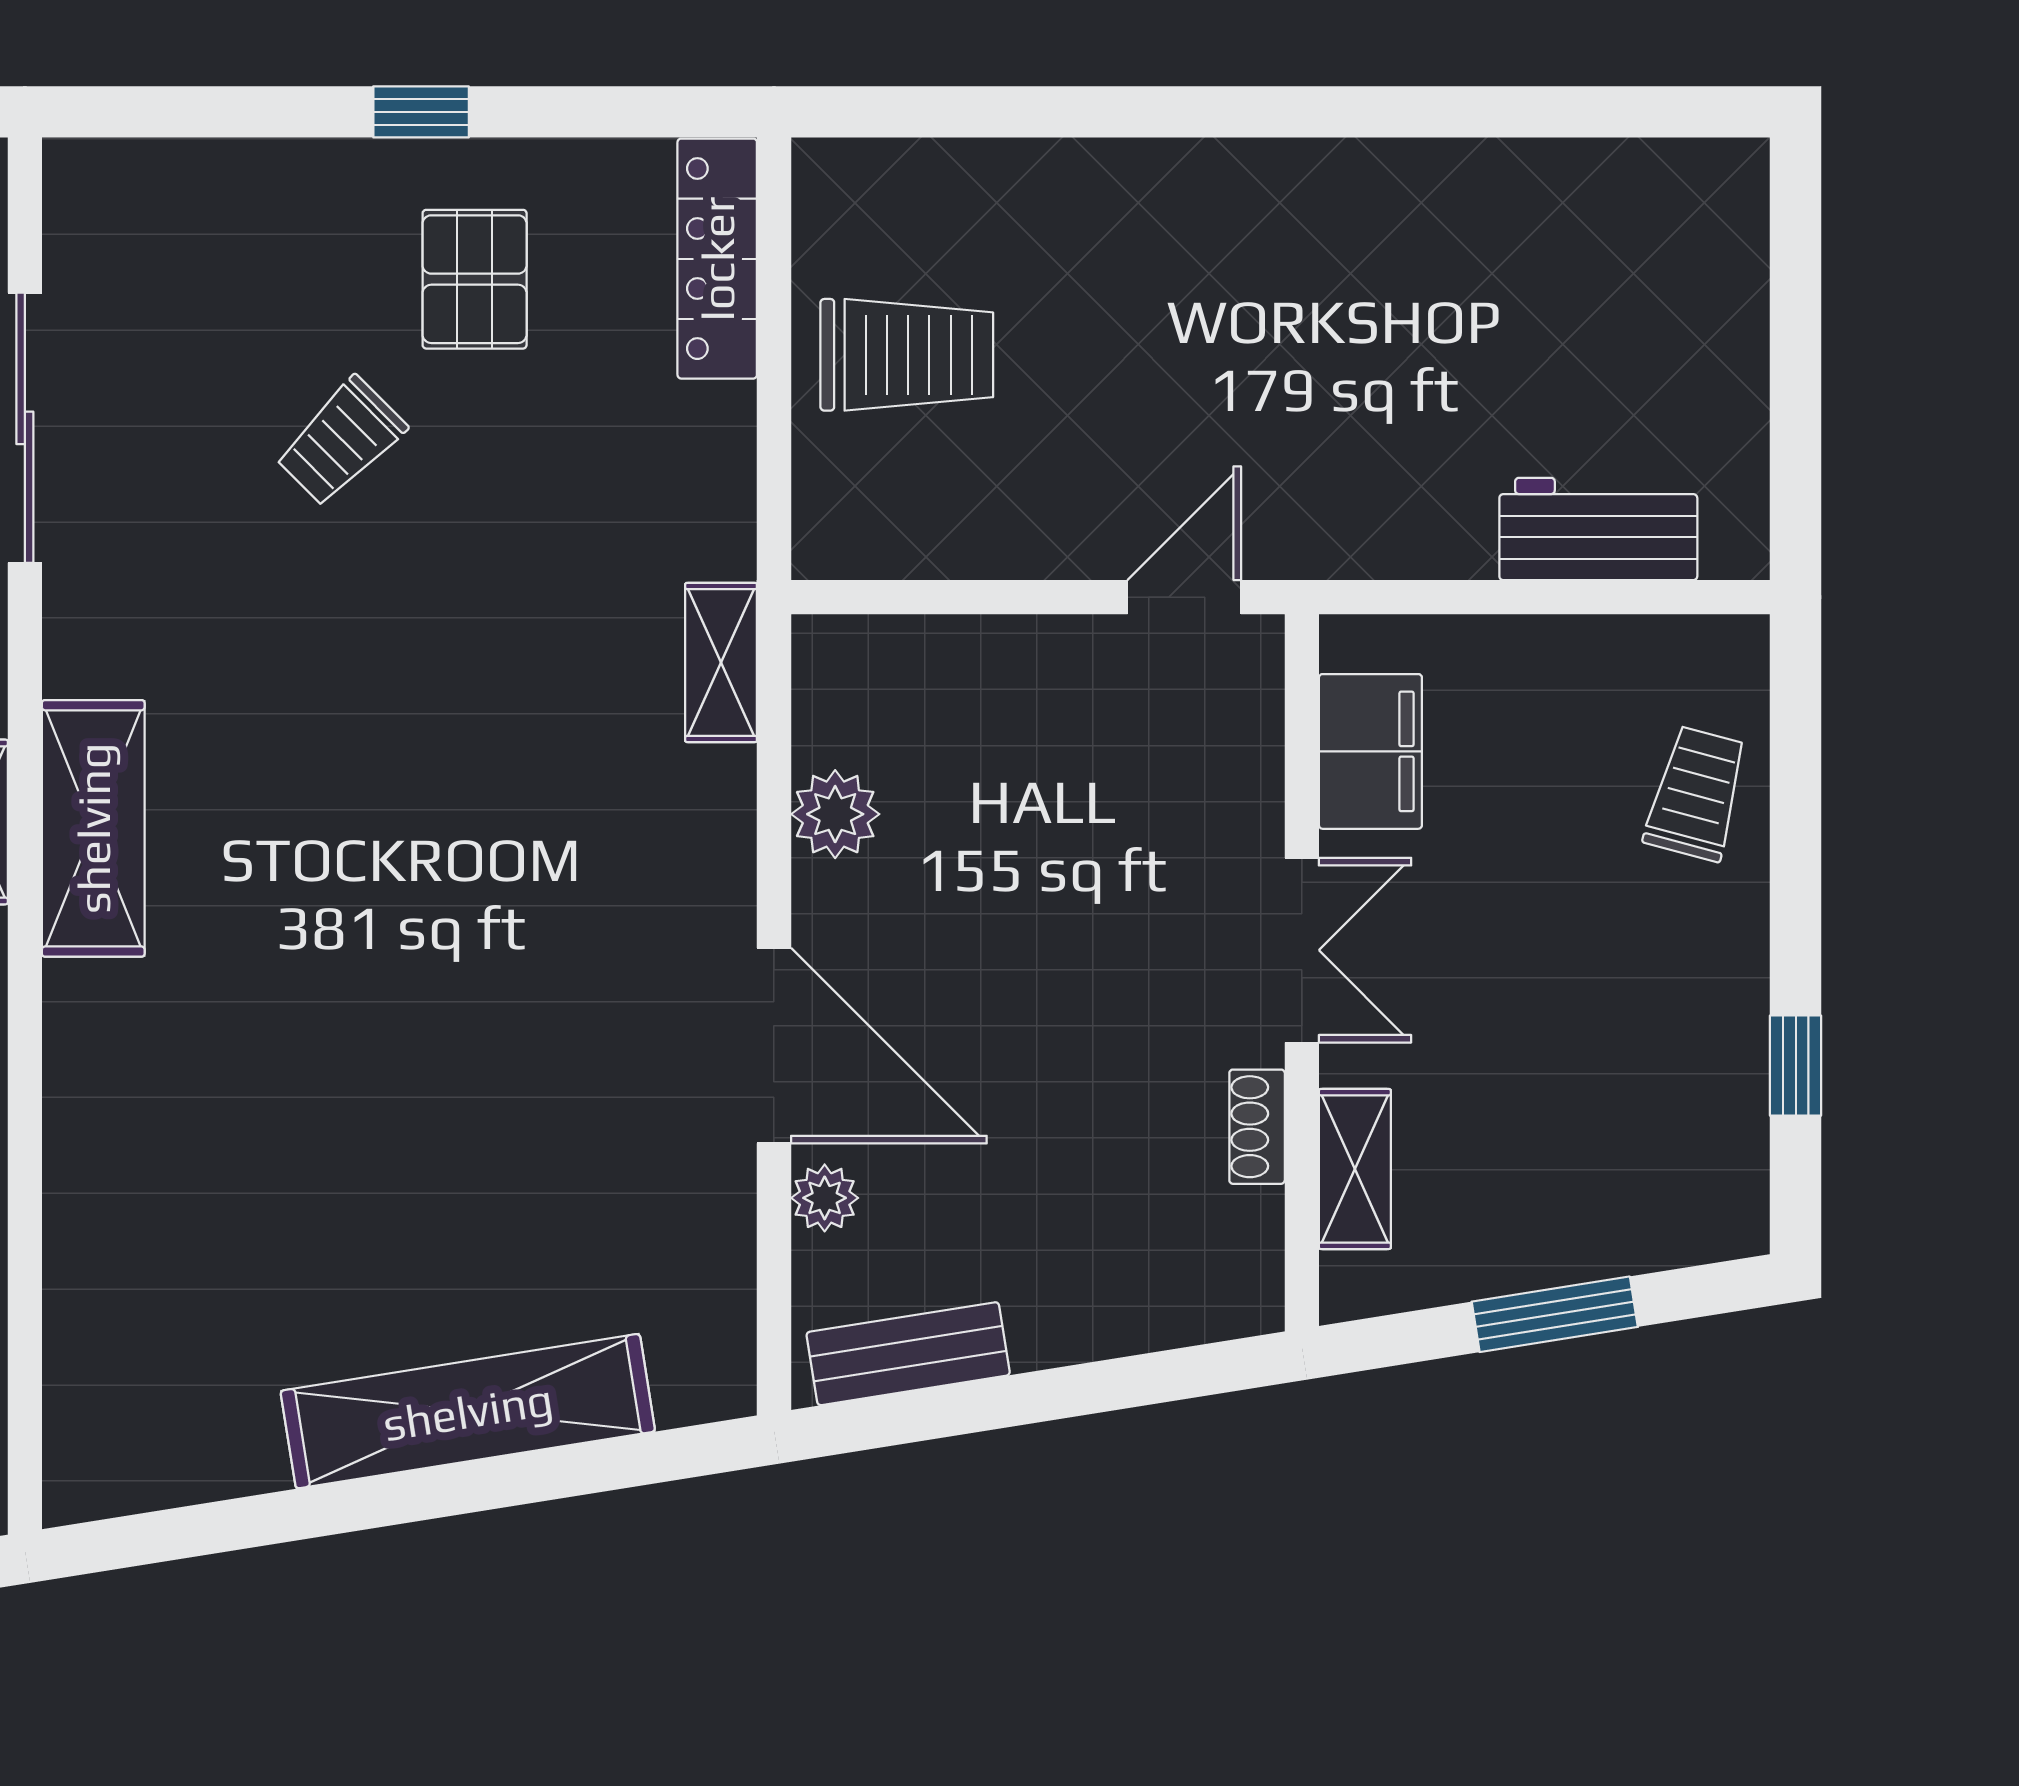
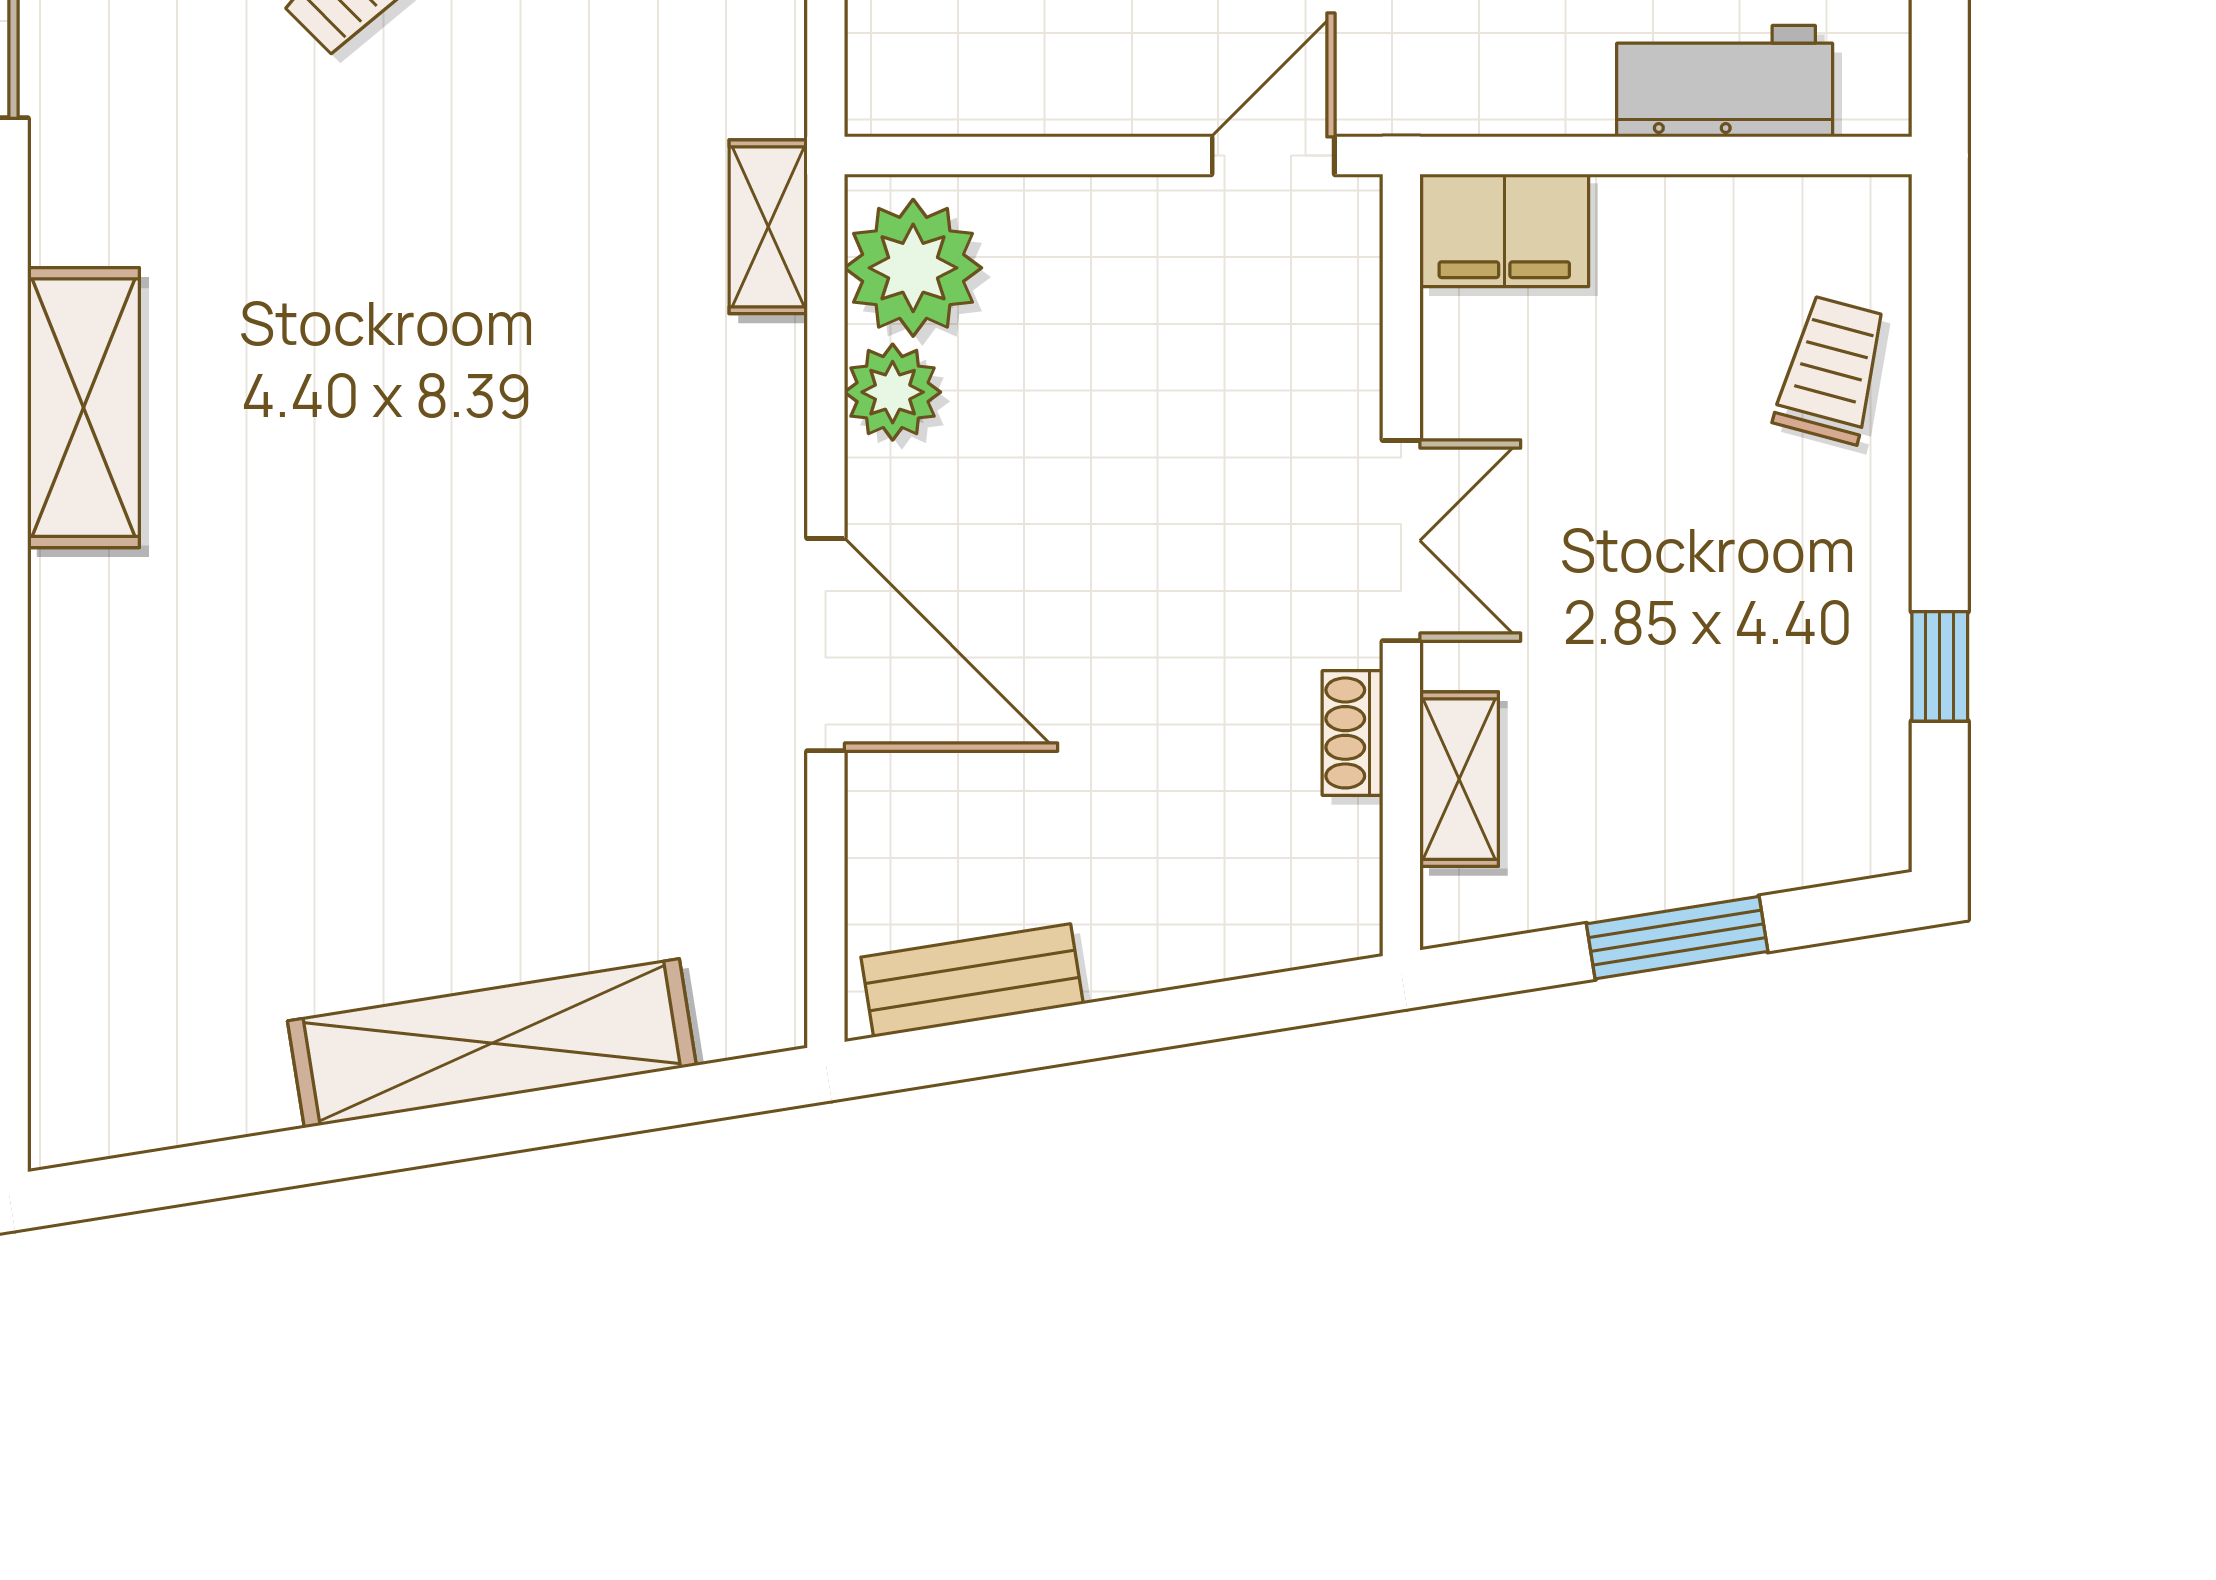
filing cabinet: (1370, 751) -> (1504, 230), moved, turned 90
plant: (825, 1198) -> (913, 268), moved, width x1.87, depth x1.87

